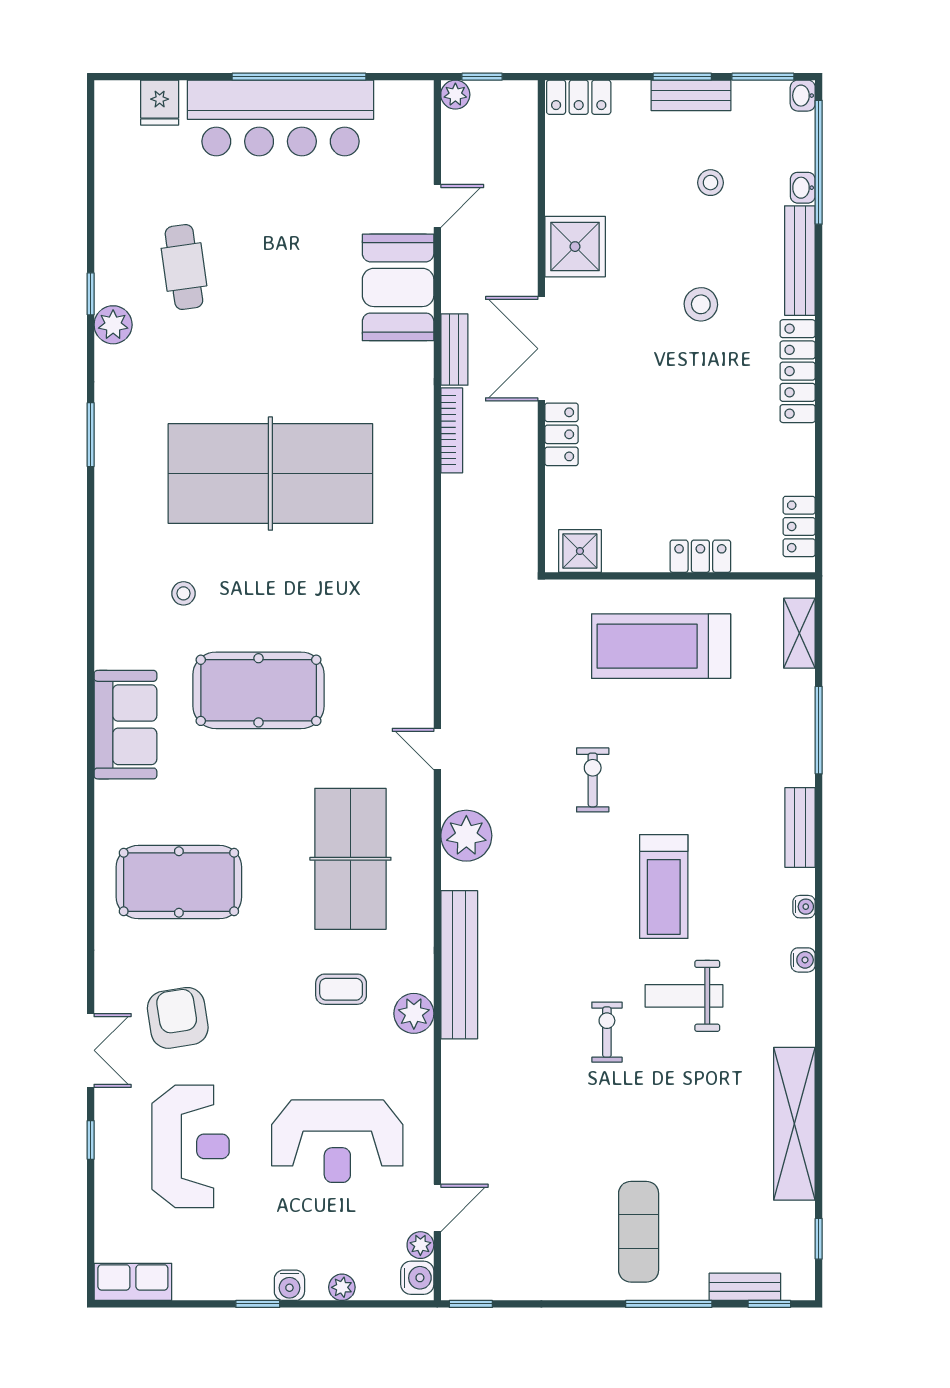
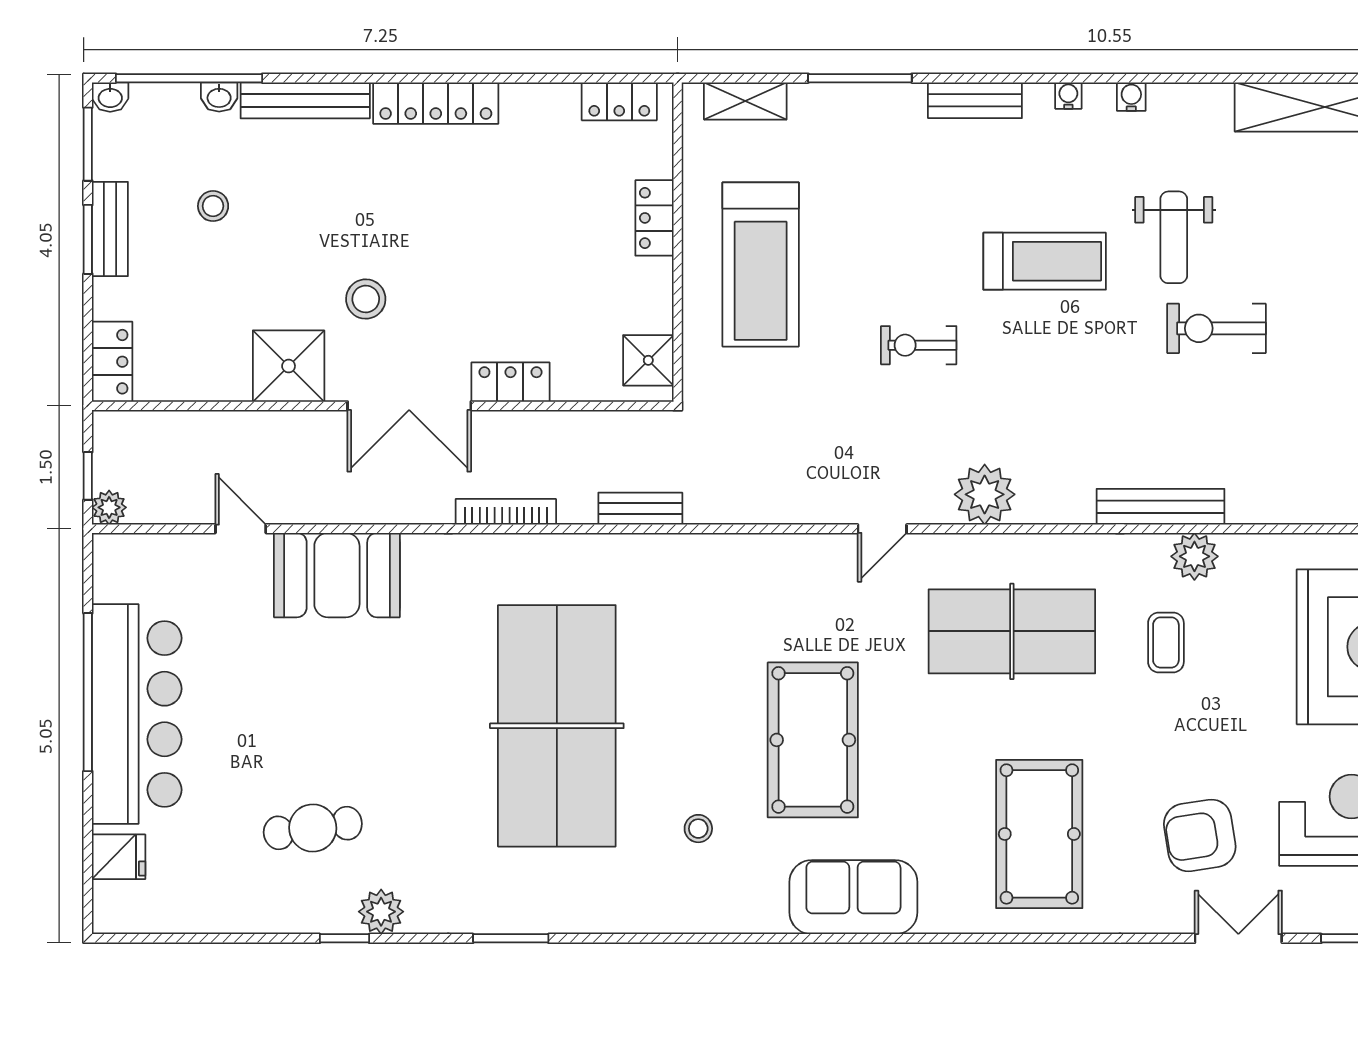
stool: (701, 304) -> (366, 299), moved
bench: (454, 350) -> (640, 509), moved
bench: (459, 965) -> (1161, 507), width x0.73, depth x0.82
exercise bike: (607, 1032) -> (1217, 328), width x1.38, depth x1.39

